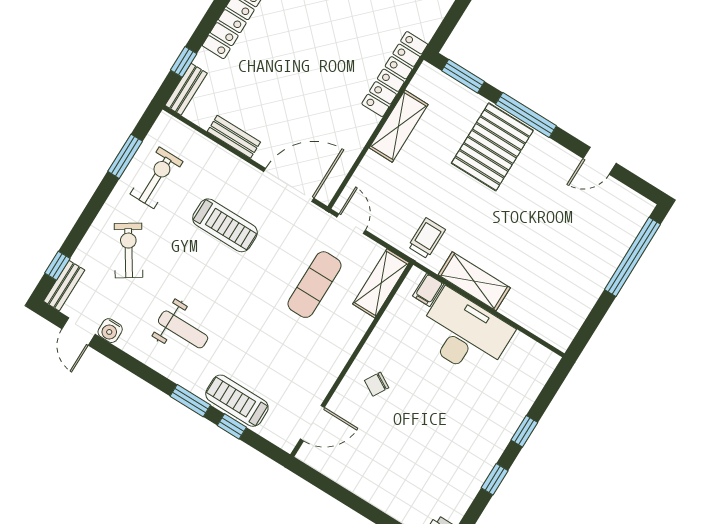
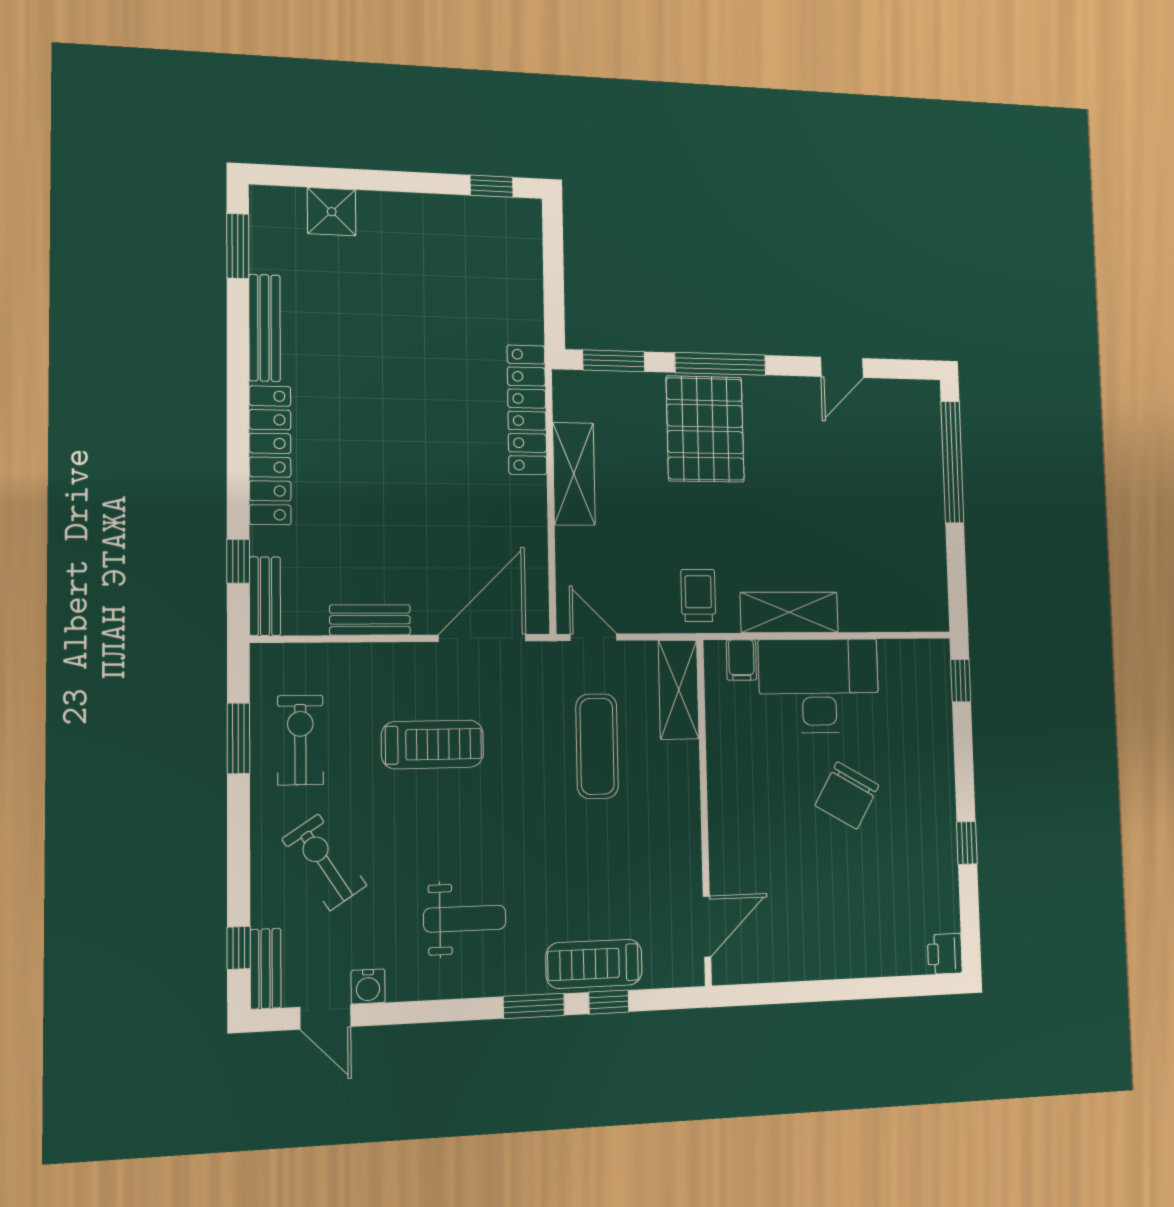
chair: (377, 384) -> (847, 795), moved, width x1.87, depth x1.87
window: (524, 431) -> (961, 681), moved

